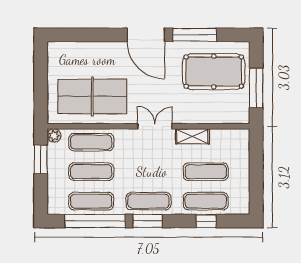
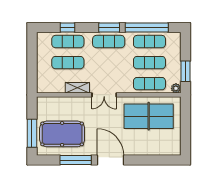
window: (256, 88) -> (32, 133), moved

